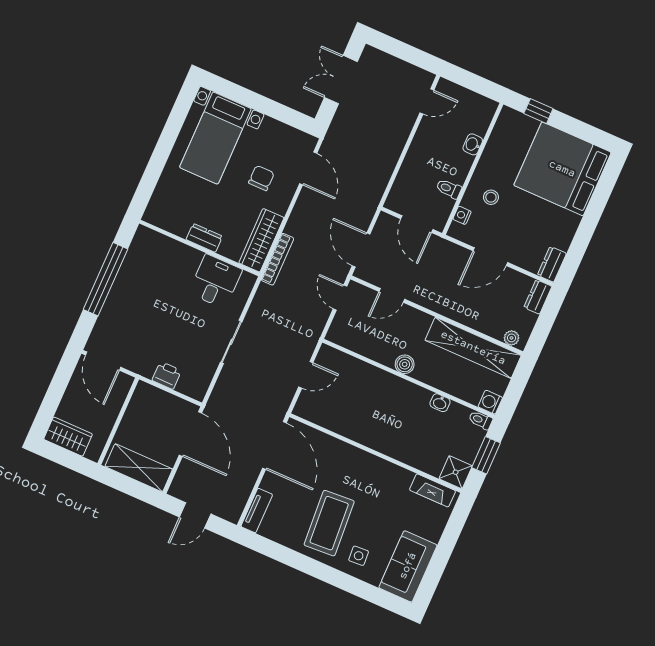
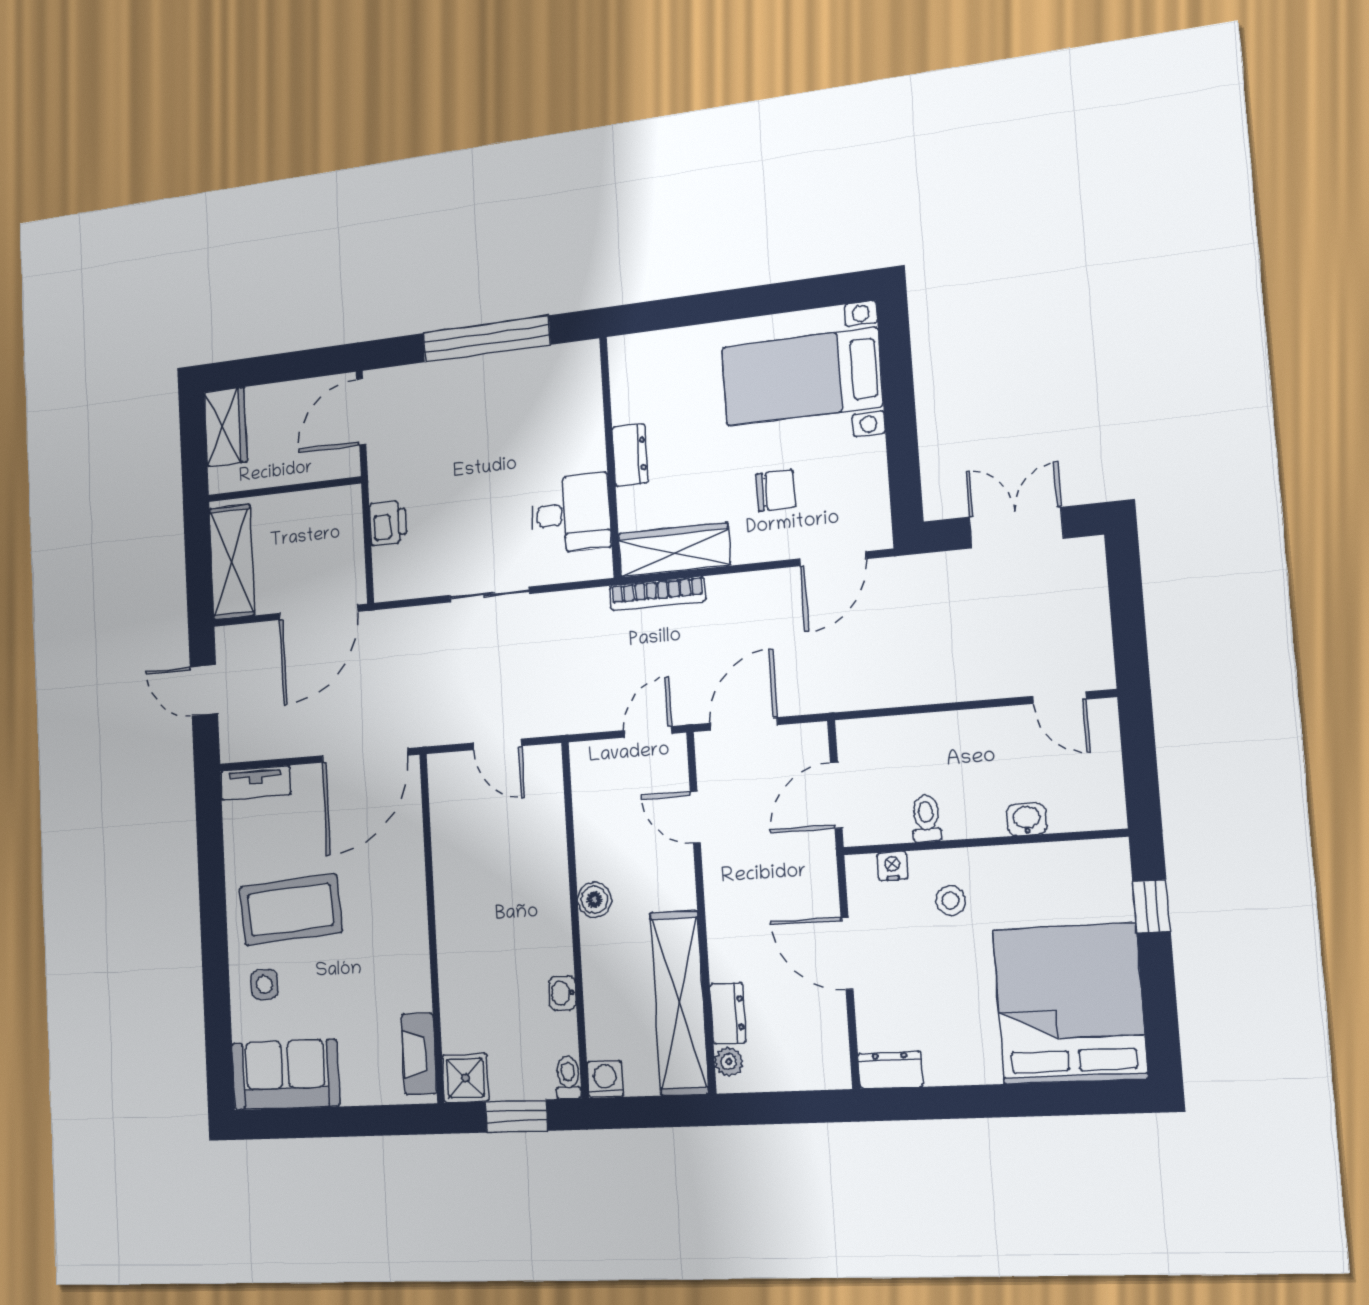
dresser: (538, 297) -> (728, 1013), moved, turned 90

